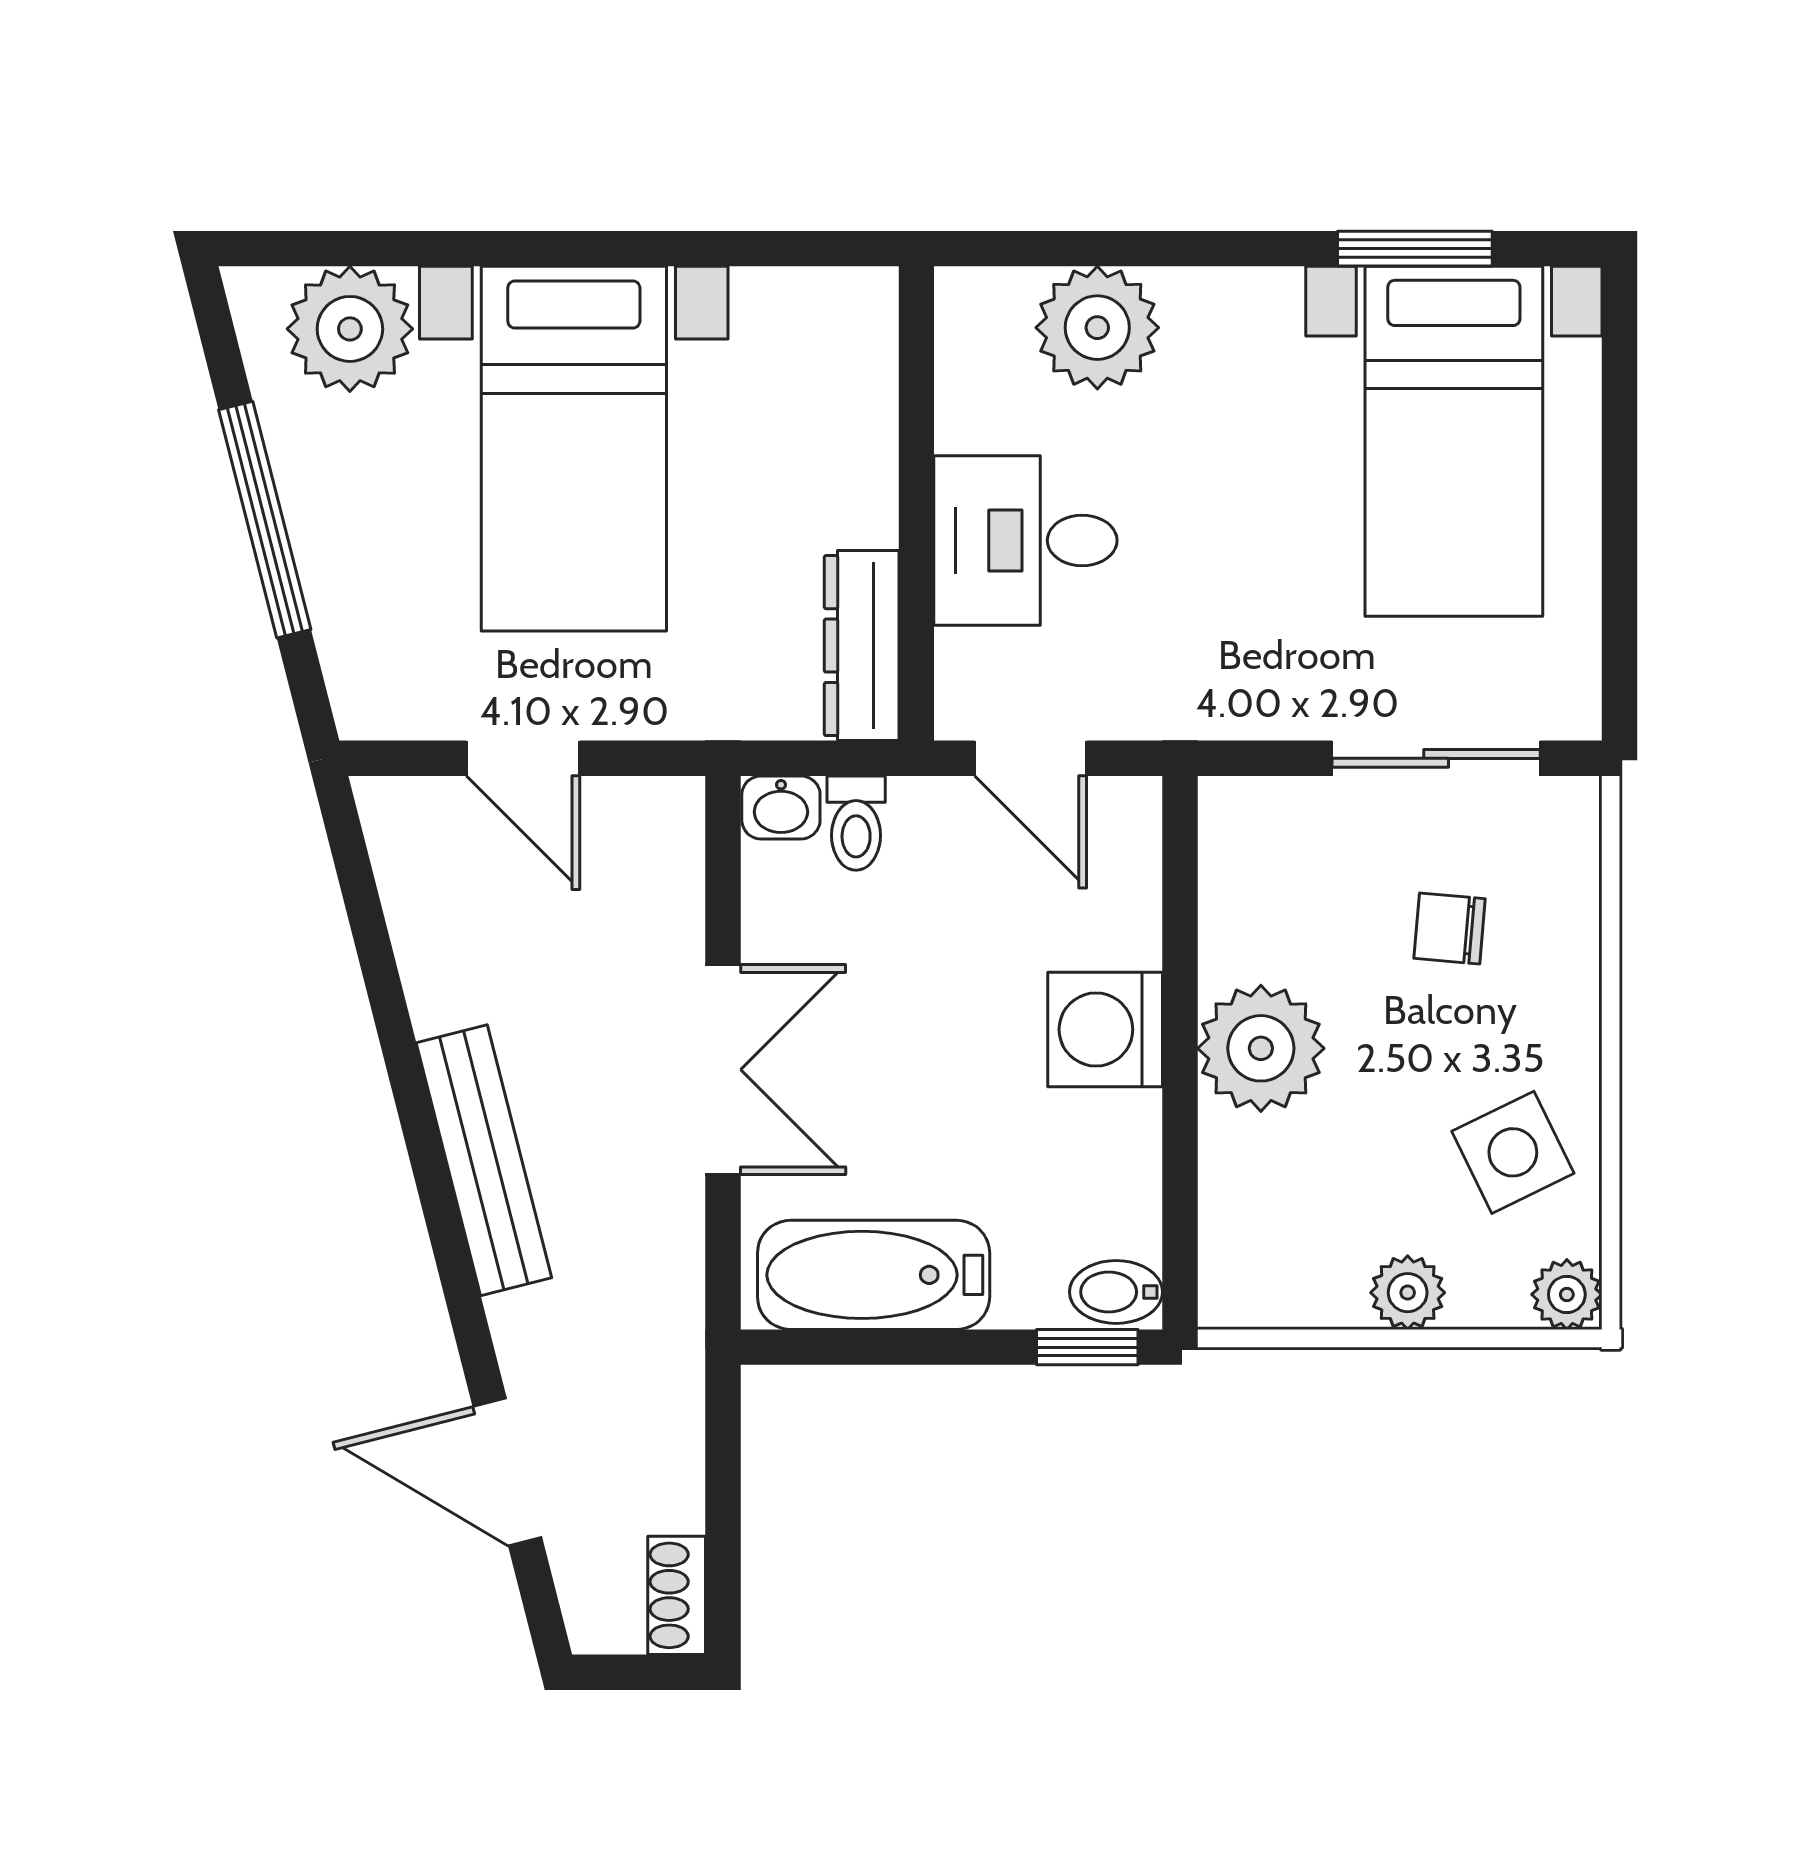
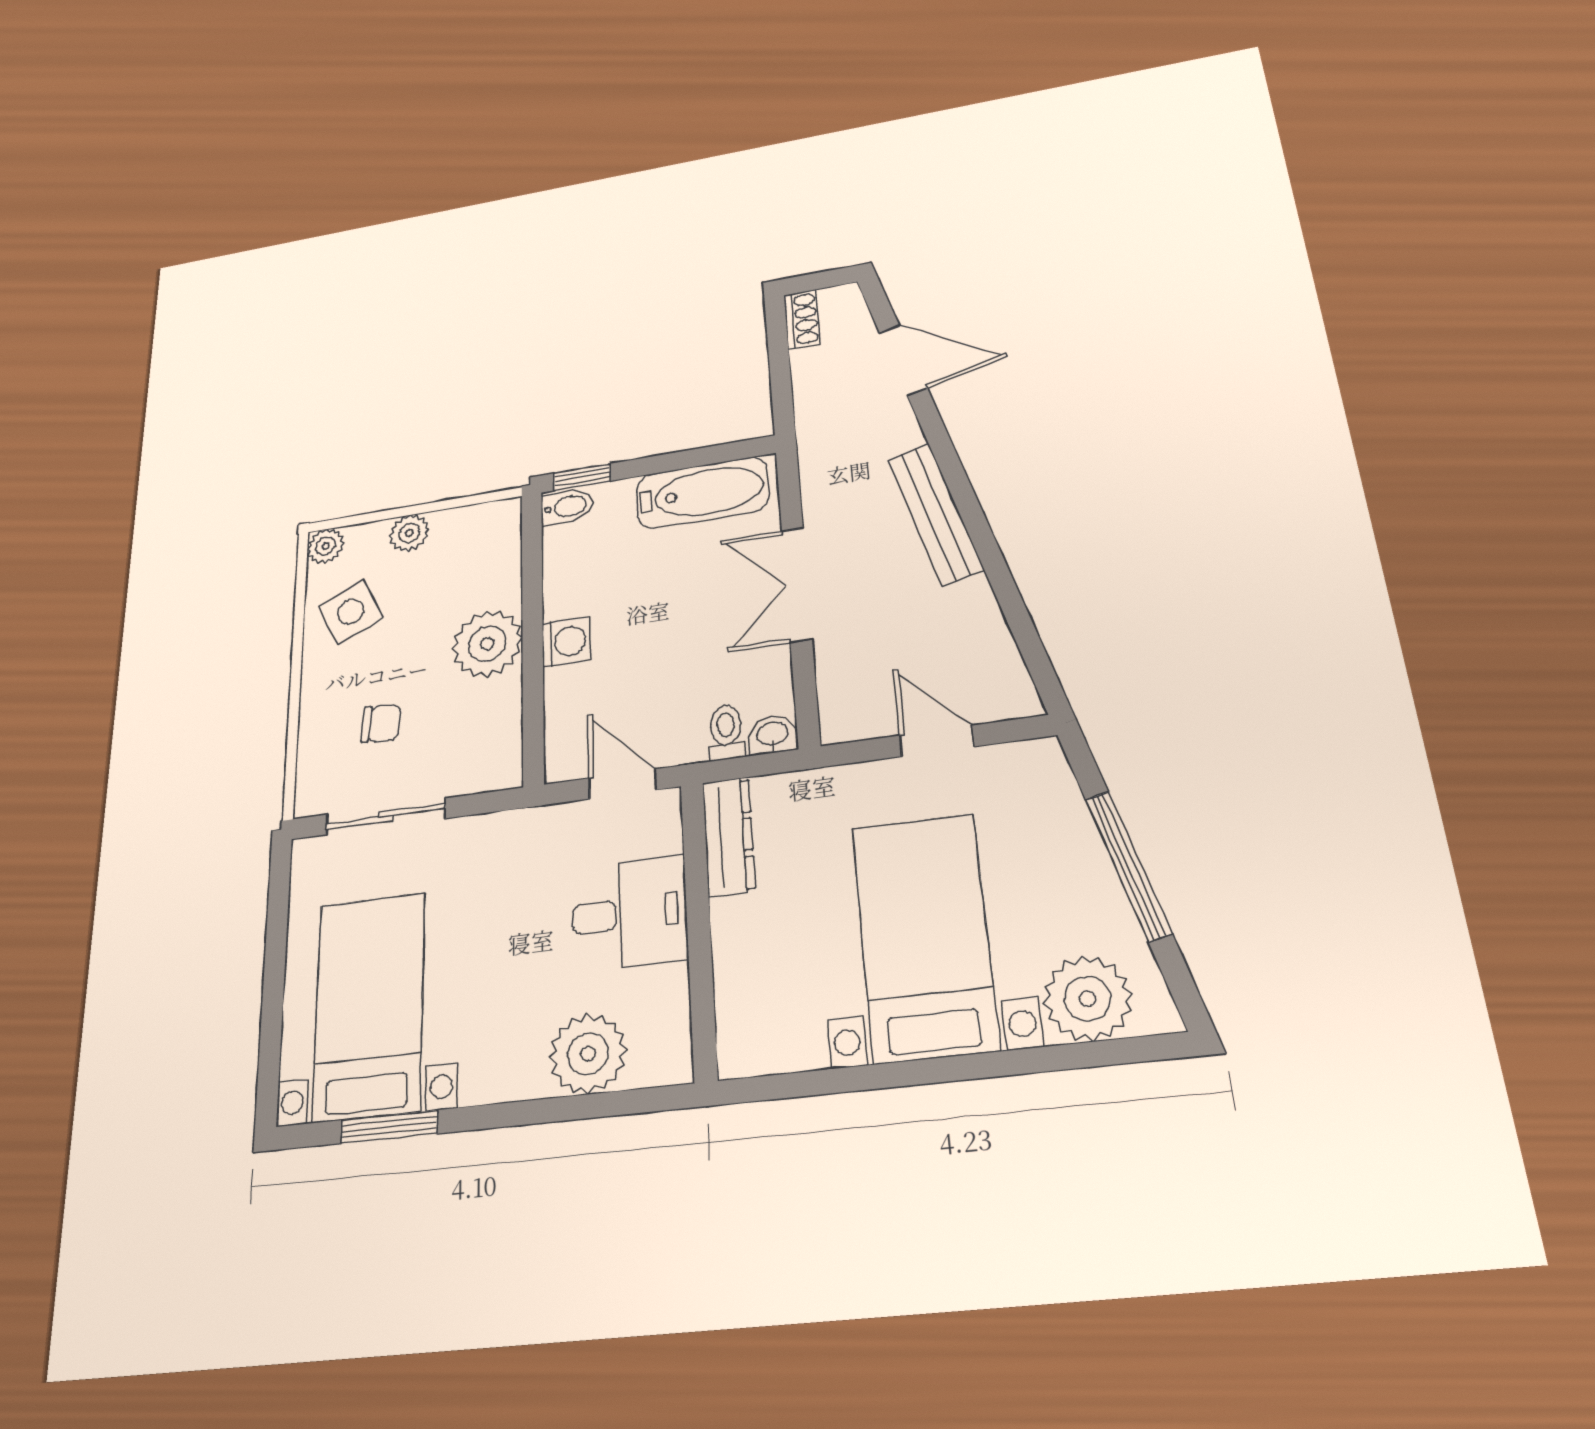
washing machine: (1105, 1030) -> (566, 642), width x0.73, depth x0.73

